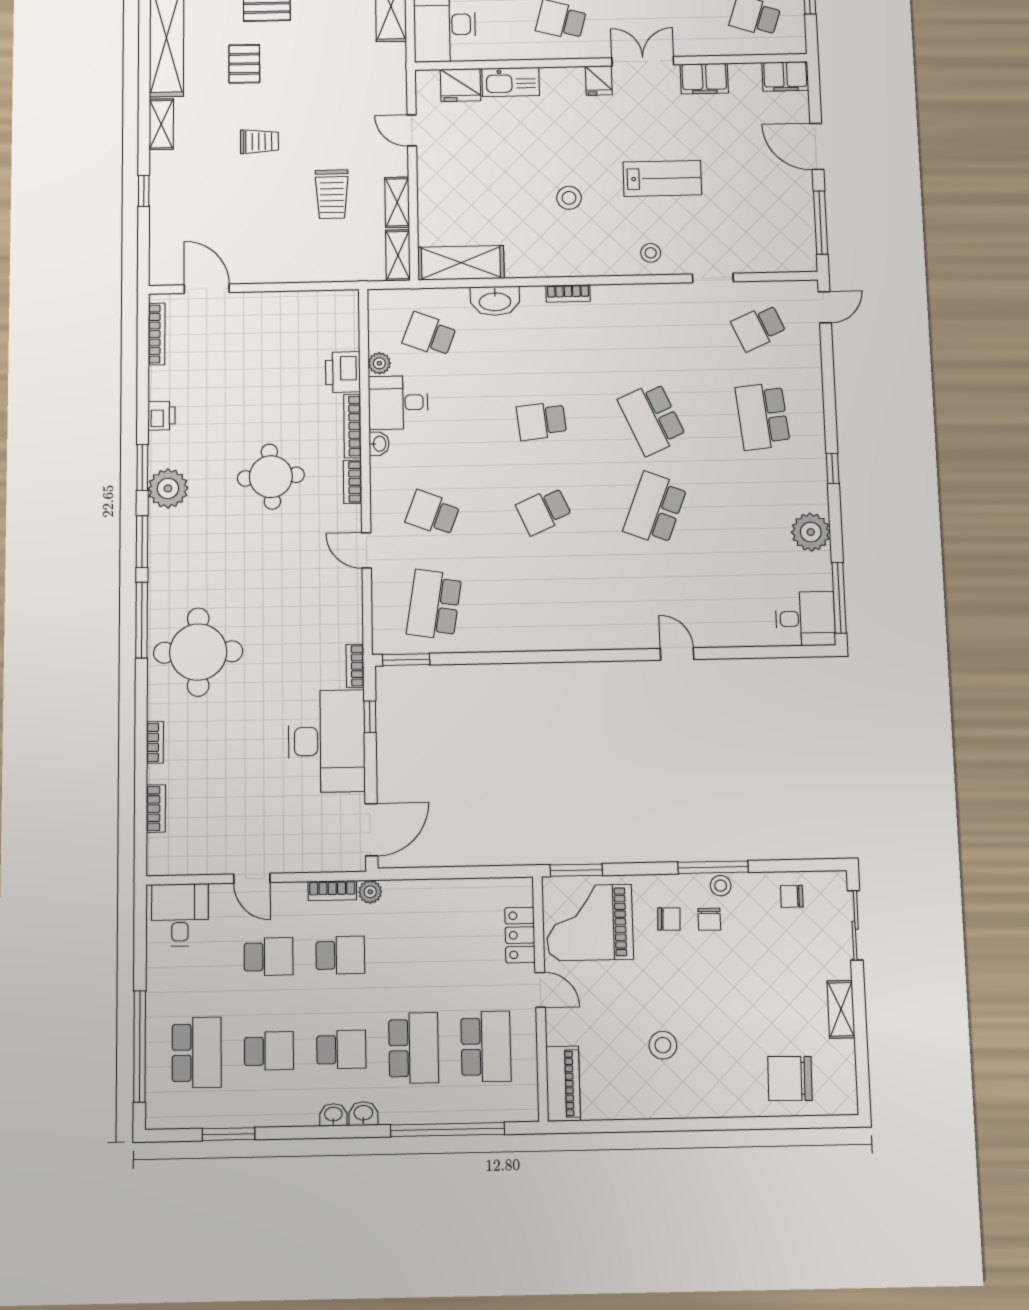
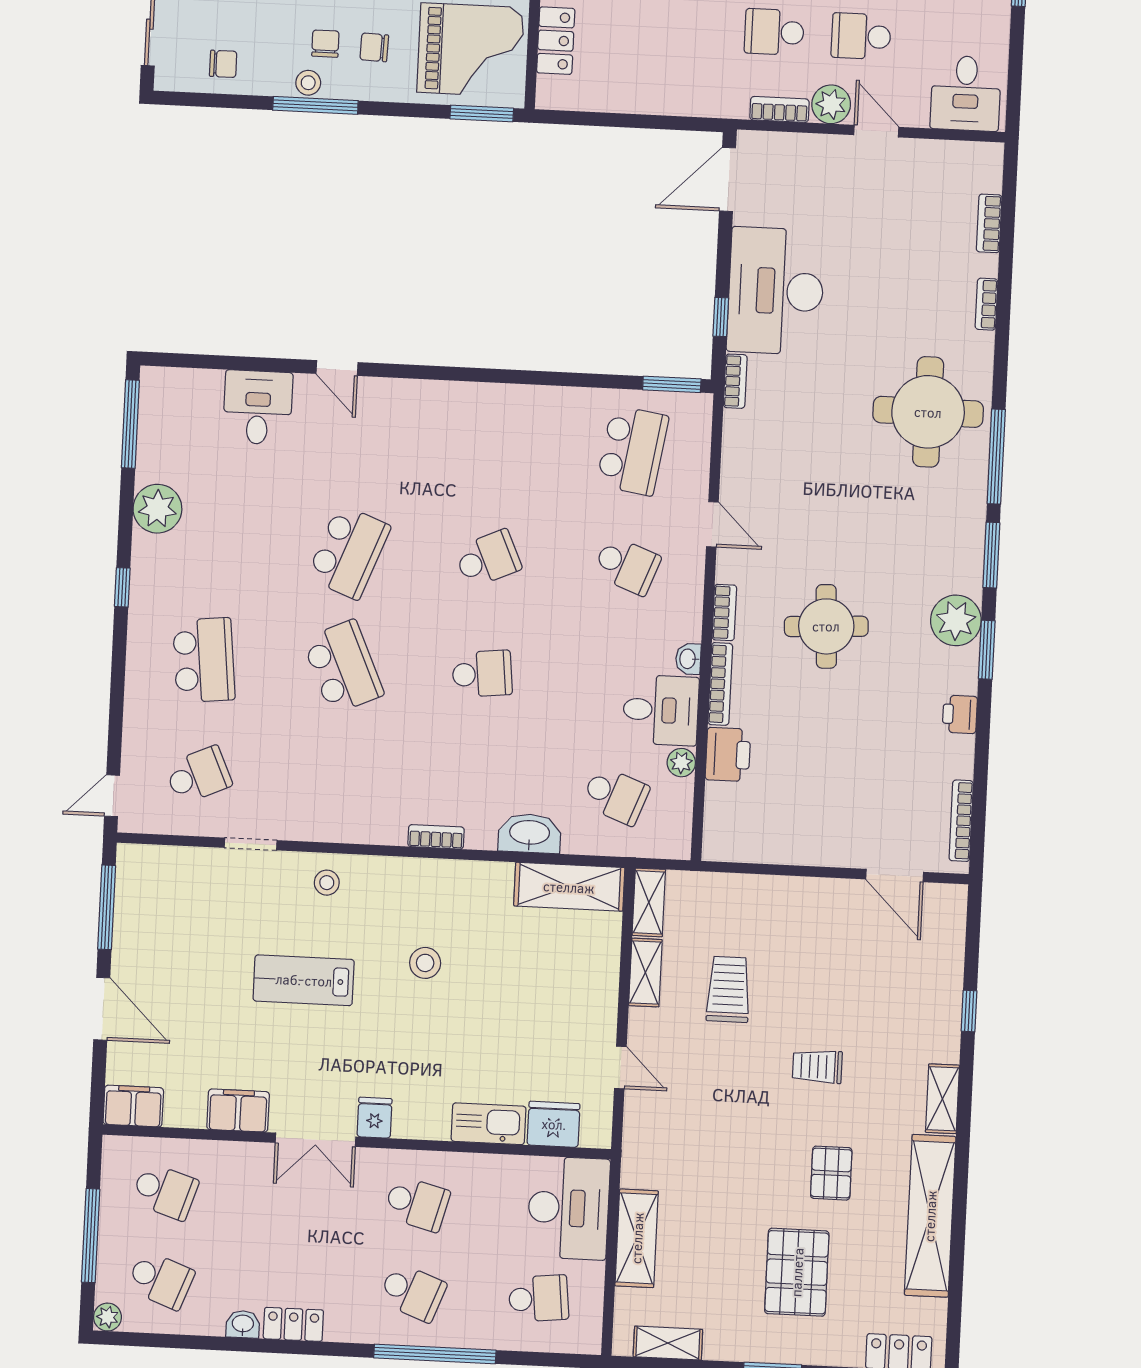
desk: (805, 619) -> (258, 407), moved, turned 90
plant: (370, 892) -> (831, 104), moved, width x1.38, depth x1.38

